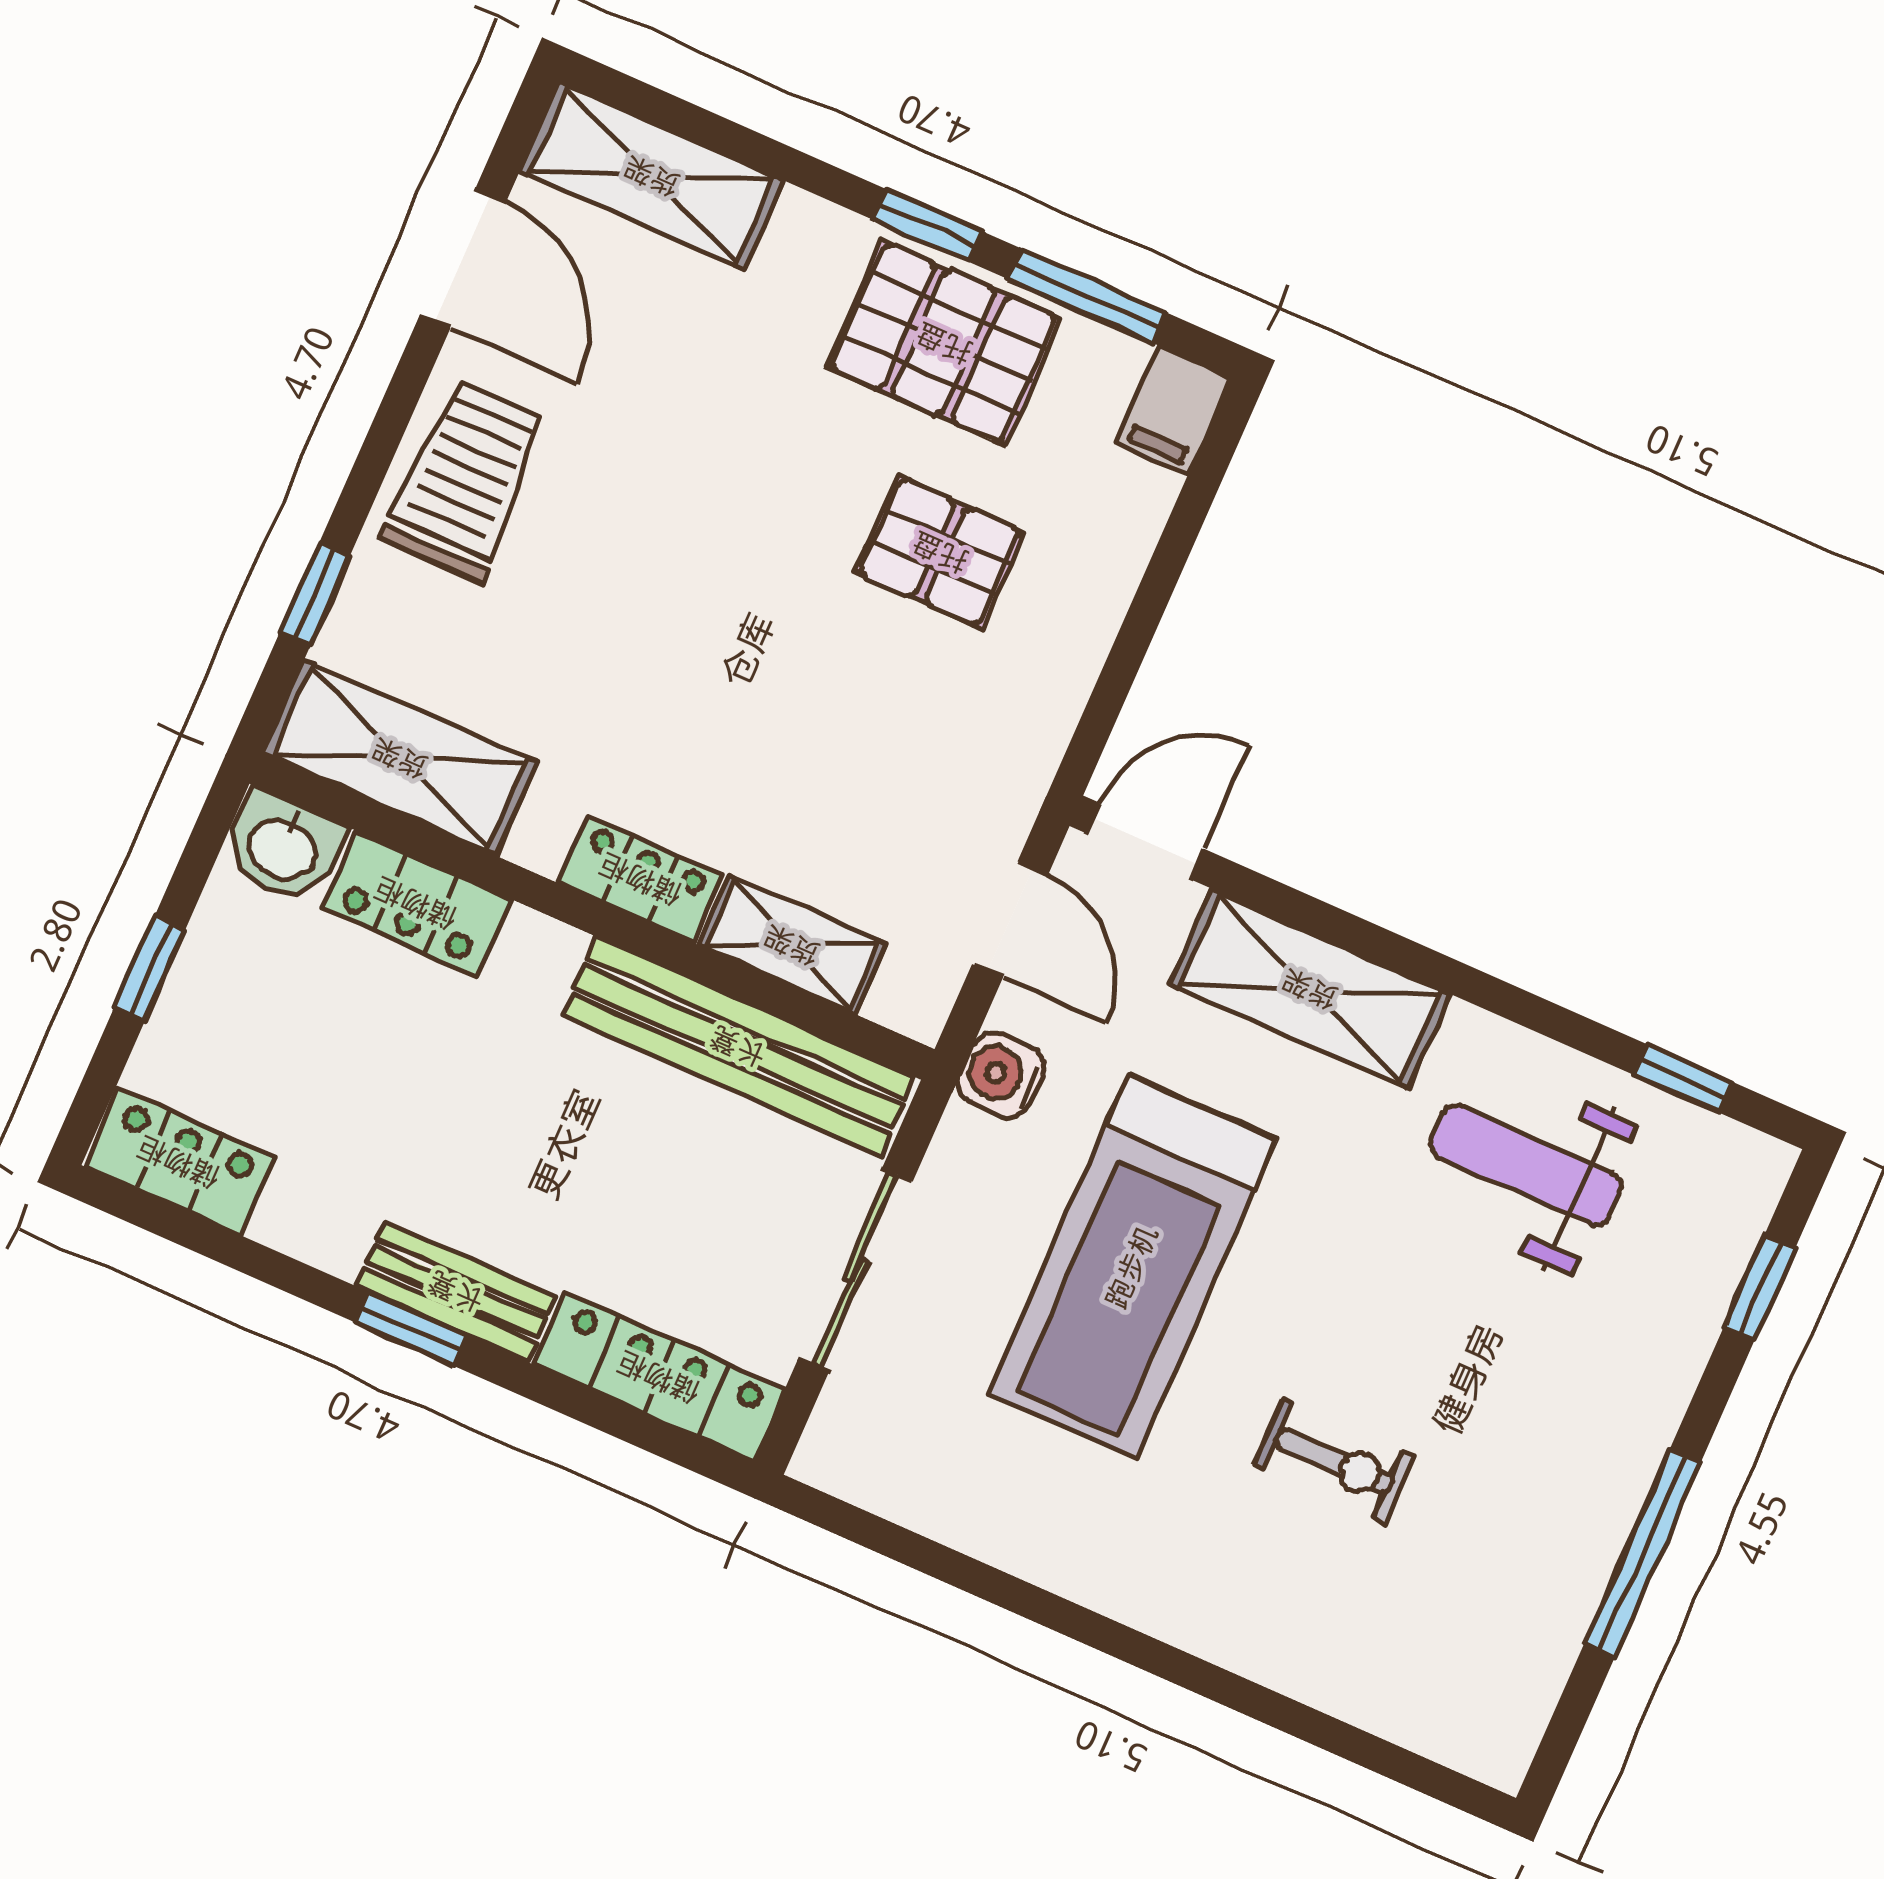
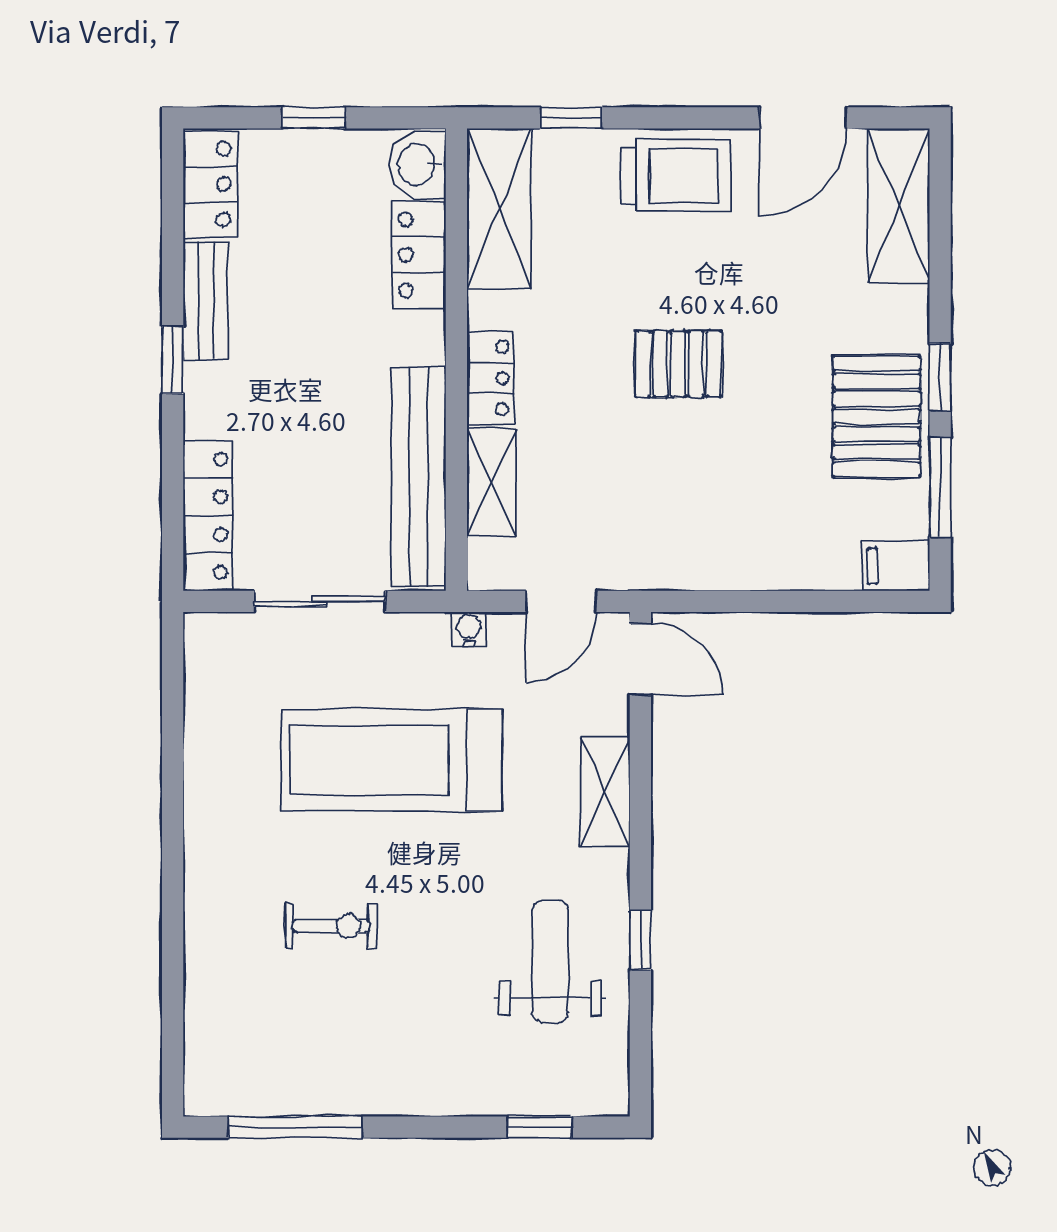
pallet: (940, 552) -> (678, 364), moved, turned 90
shelving: (1310, 989) -> (605, 792), width x0.67, depth x0.75
water cooler: (1001, 1075) -> (469, 629), width x0.72, depth x0.72
window: (1684, 1079) -> (640, 940), moved
bench: (456, 1291) -> (206, 301), moved
exercise bike: (1334, 1461) -> (331, 926), turned -90
window: (1642, 1553) -> (295, 1127), moved

